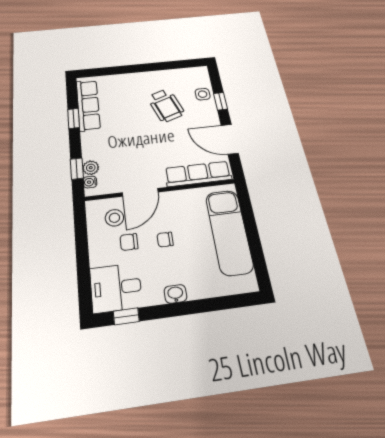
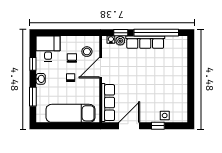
row of seats: (88, 105) -> (145, 42), moved
wheelchair: (166, 105) -> (159, 91), removed
window: (74, 118) -> (156, 33), width x3.17
door: (140, 192) -> (101, 68), hinge flipped
window: (212, 304) -> (33, 97), added
window: (126, 316) -> (33, 64), moved

